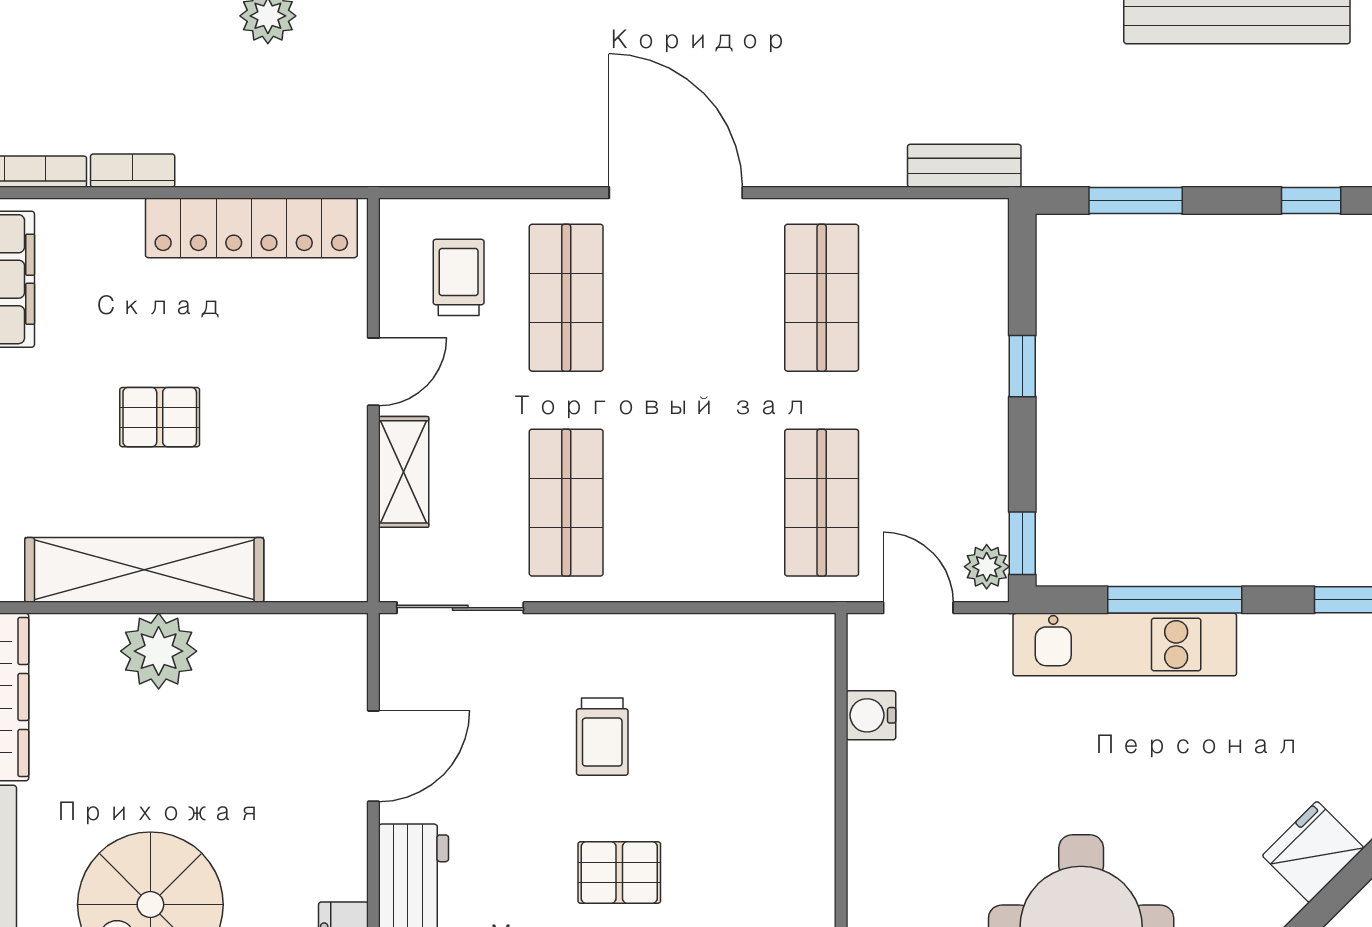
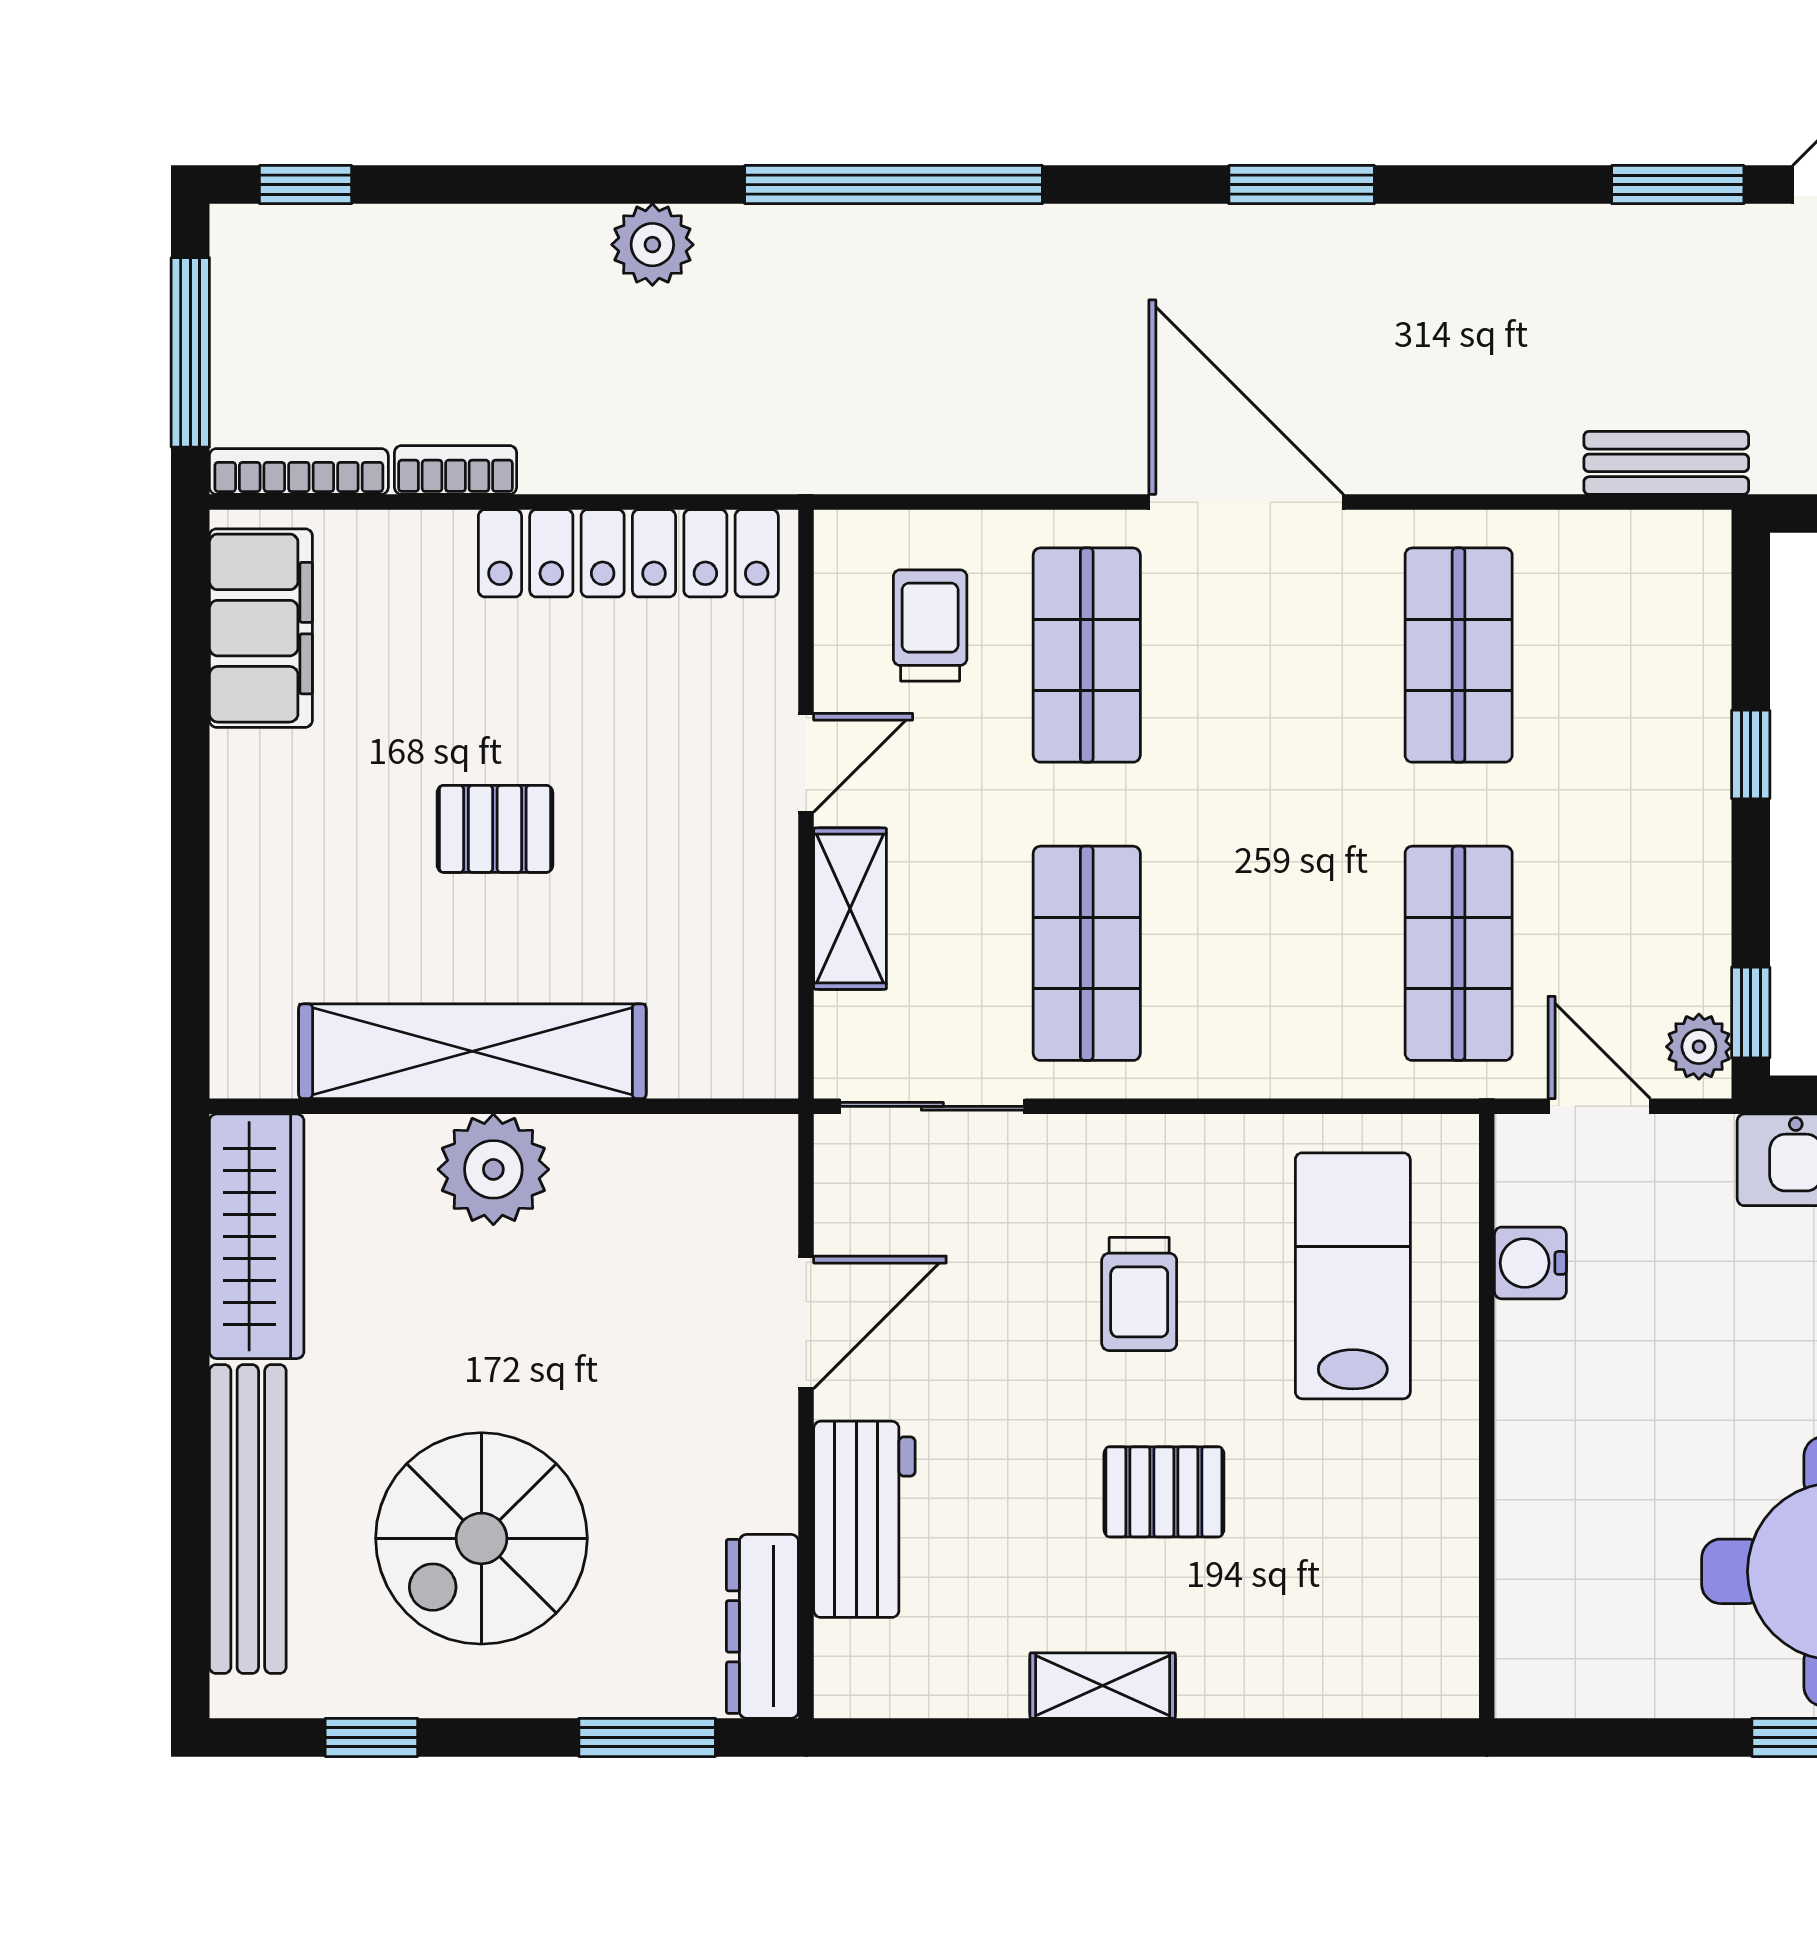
lab bench: (749, 724) -> (1353, 1276), added

